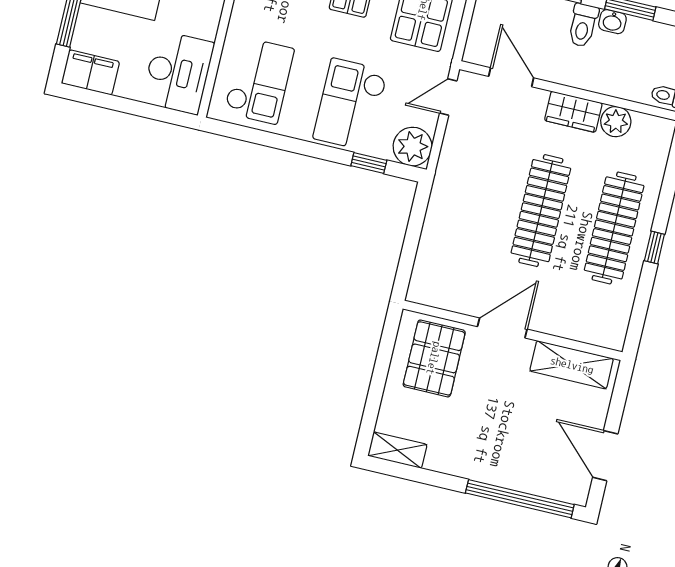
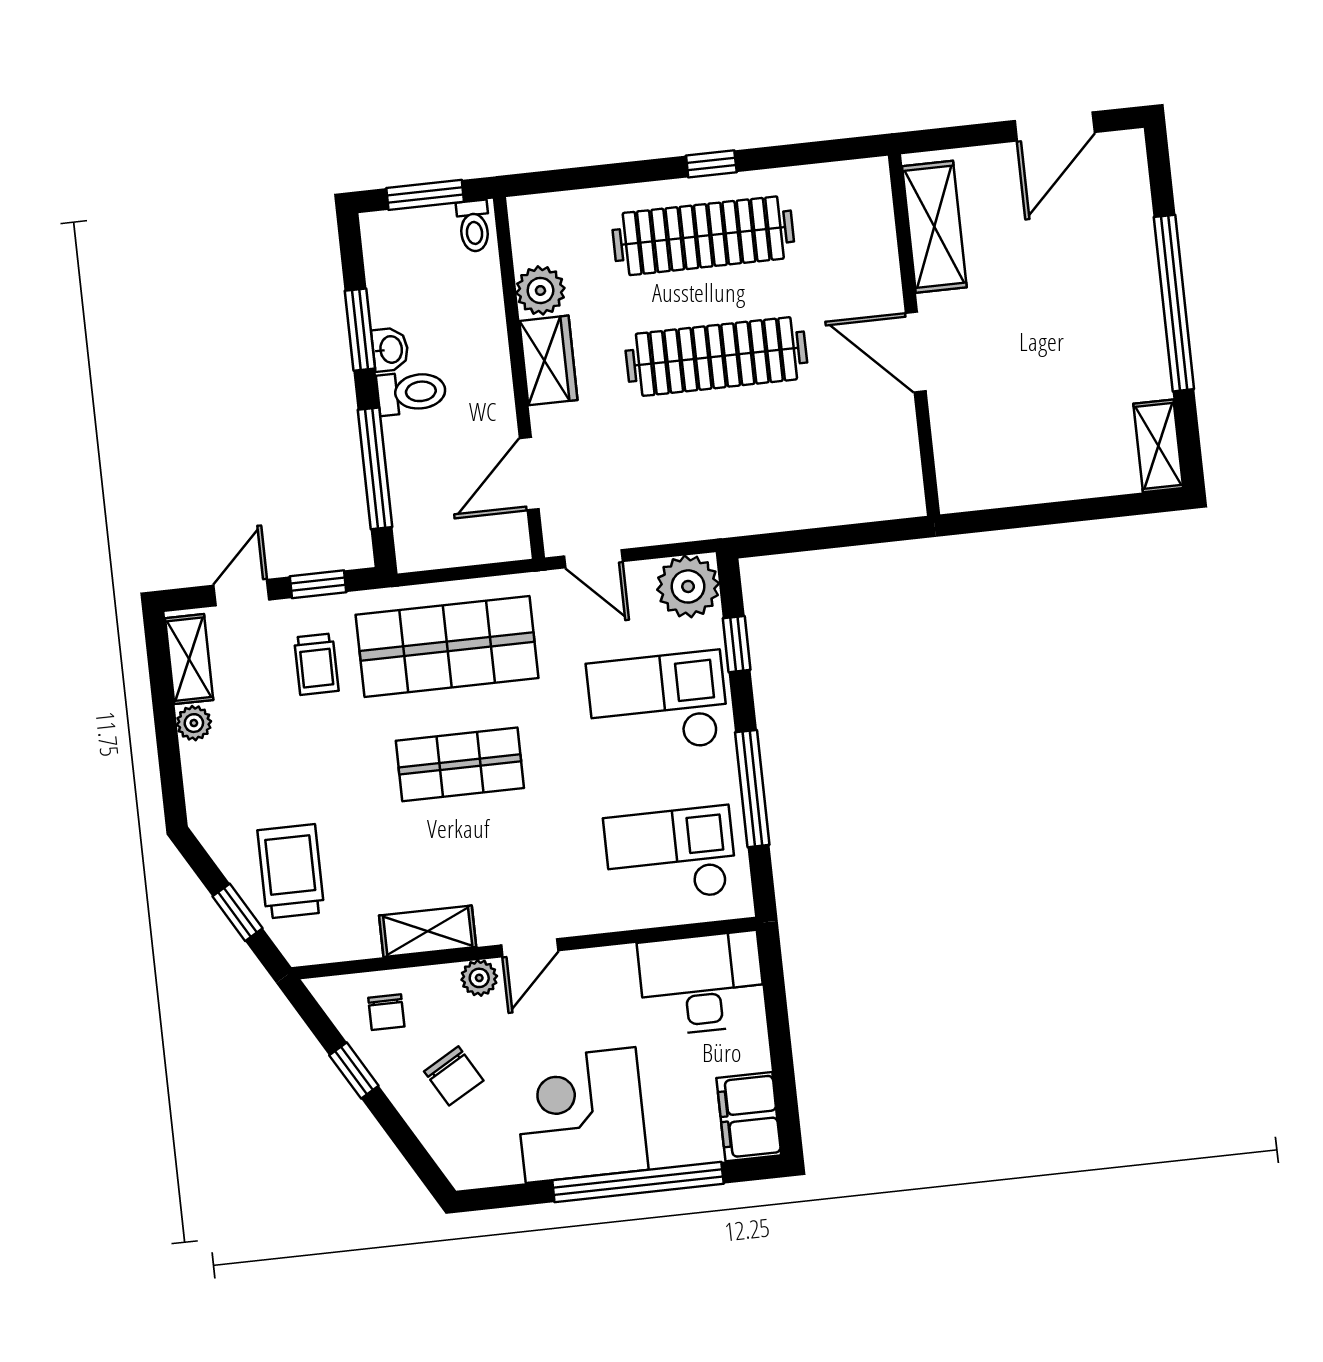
checkout: (350, 105) -> (658, 704), turned 180
window: (281, 142) -> (752, 789), added
pallet: (434, 358) -> (999, 439), removed
window: (520, 499) -> (1174, 303), moved

